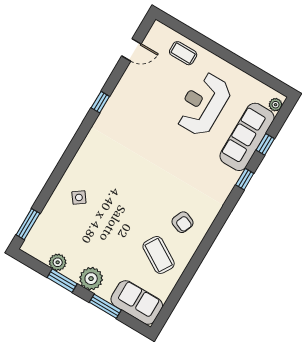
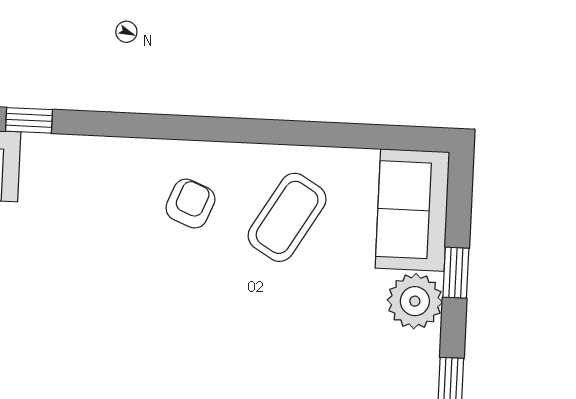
plant: (91, 279) -> (415, 301), moved
window: (105, 306) -> (456, 273), width x0.67

